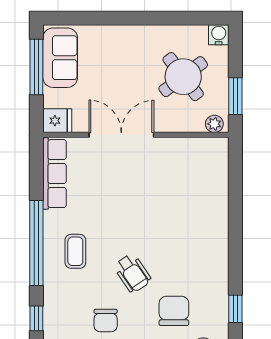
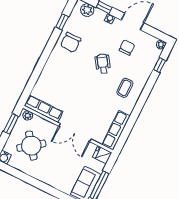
row of seats: (194, 148) -> (44, 109), added
window: (36, 243) -> (142, 101), removed
chair: (174, 311) -> (71, 42), moved

